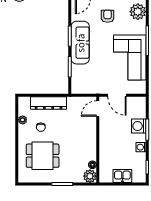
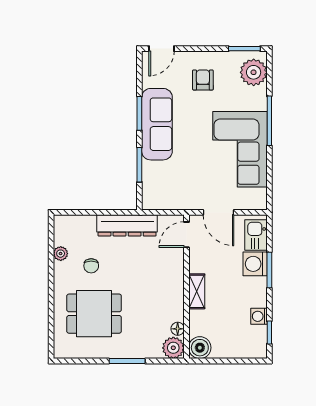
dresser: (49, 103) -> (127, 225), moved
shelving: (104, 142) -> (197, 291), added
washing machine: (141, 147) -> (259, 316), moved
boiler: (106, 176) -> (200, 348), added
kitchen sink: (122, 176) -> (256, 235), moved, turned -90

